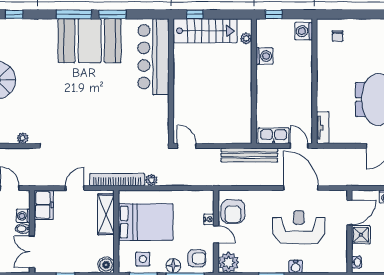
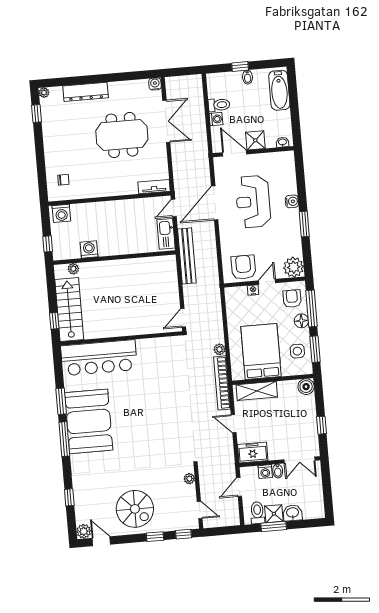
armchair: (233, 212) -> (243, 267), turned -90

